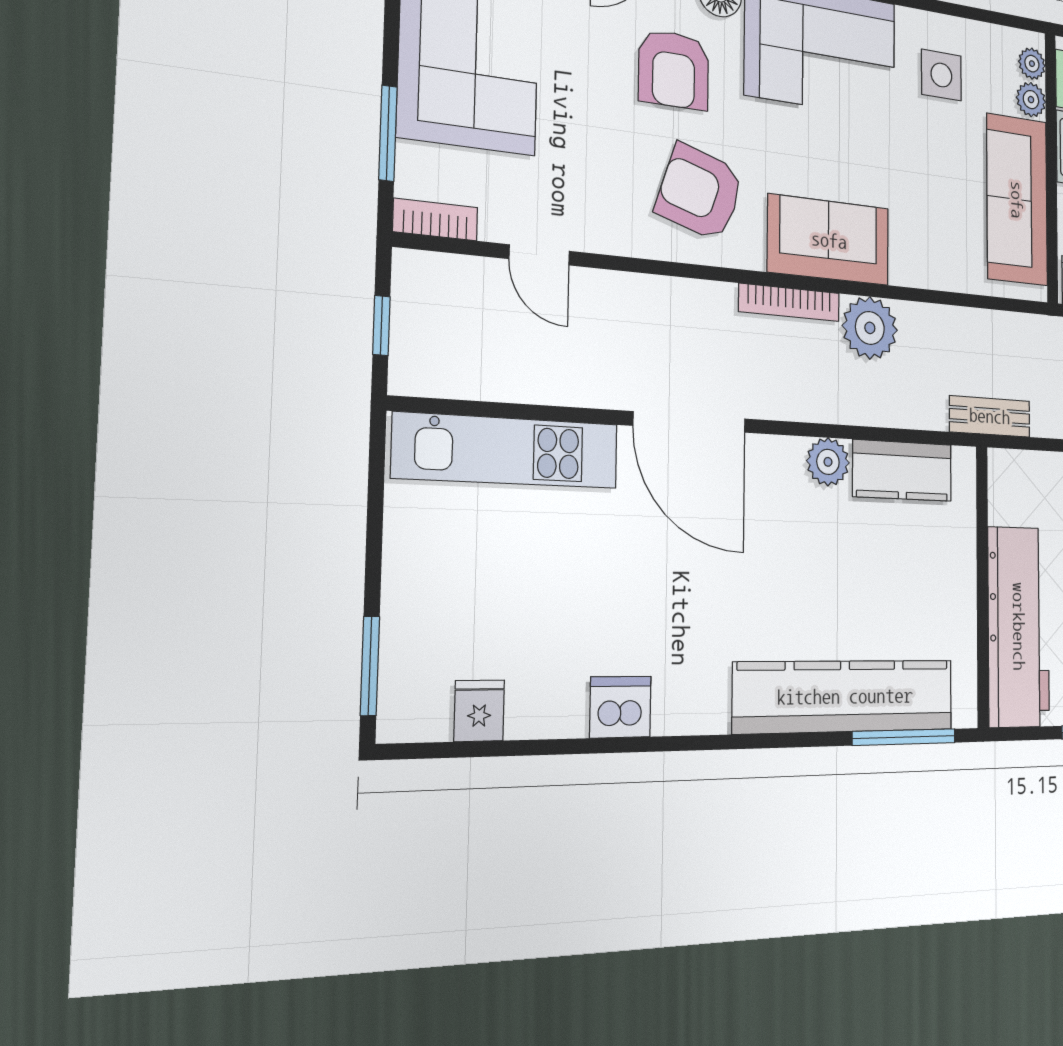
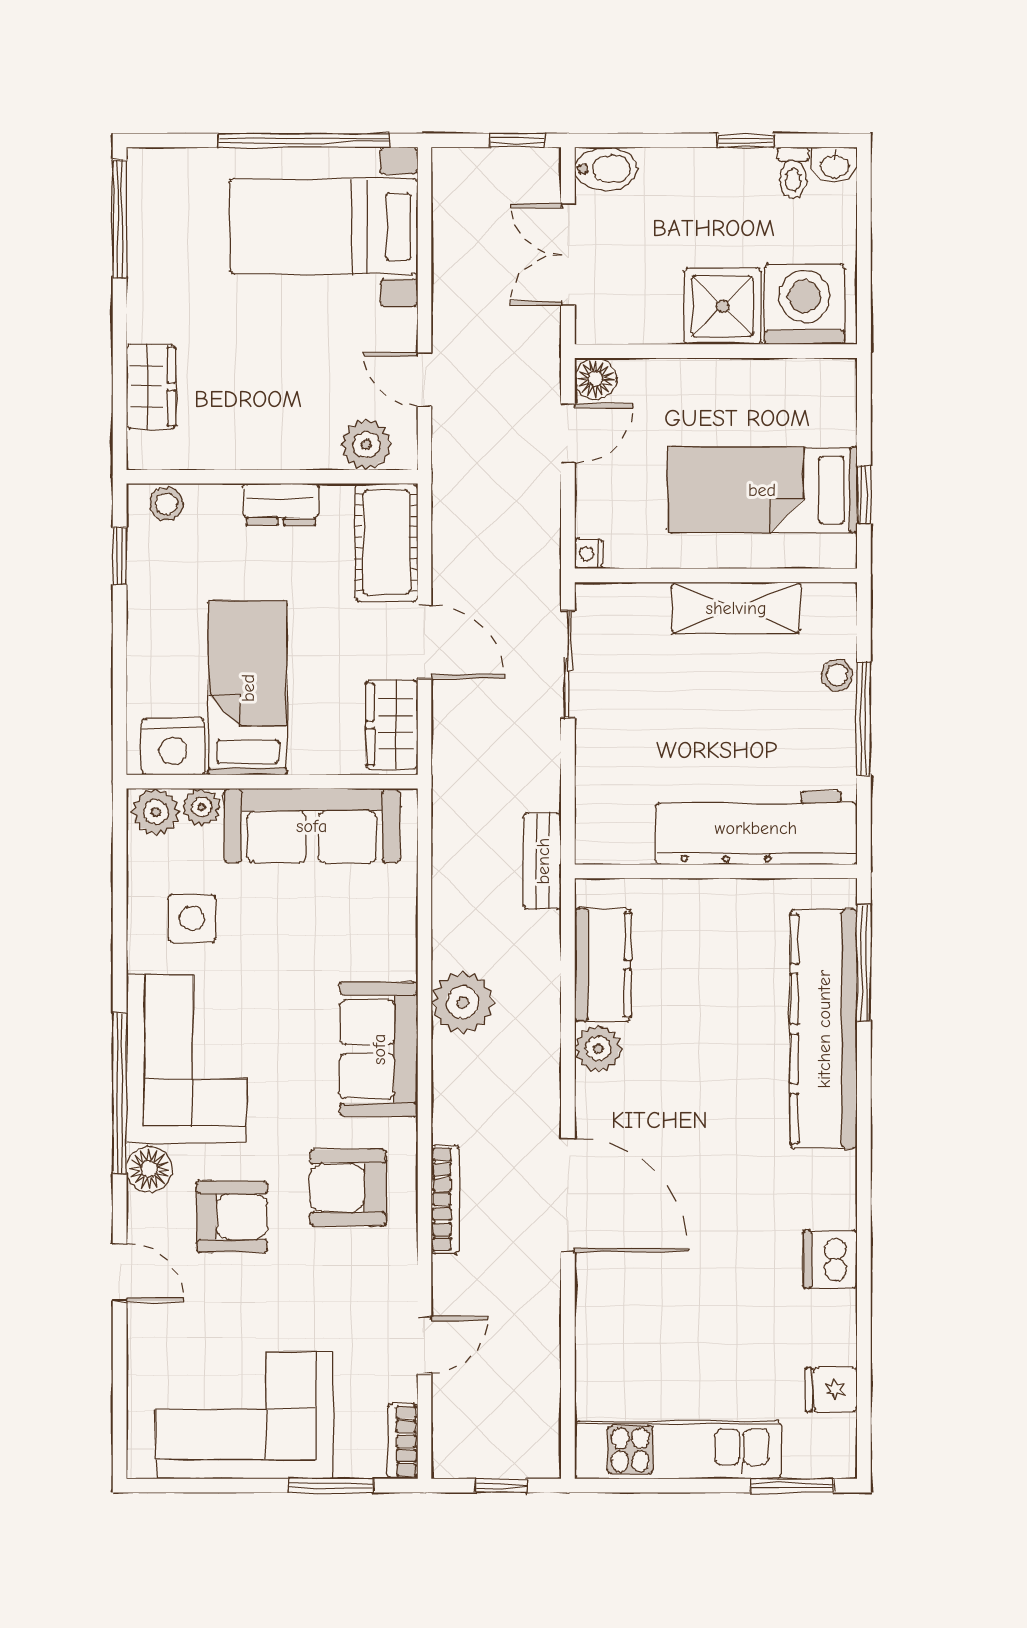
plant: (1032, 64) -> (156, 812), width x1.38, depth x1.38
armchair: (700, 192) -> (348, 1188), turned 72
bookcase: (789, 302) -> (445, 1199), moved
door: (690, 422) -> (568, 1195), hinge flipped
kitchen unit: (507, 451) -> (678, 1450), moved, turned -90

